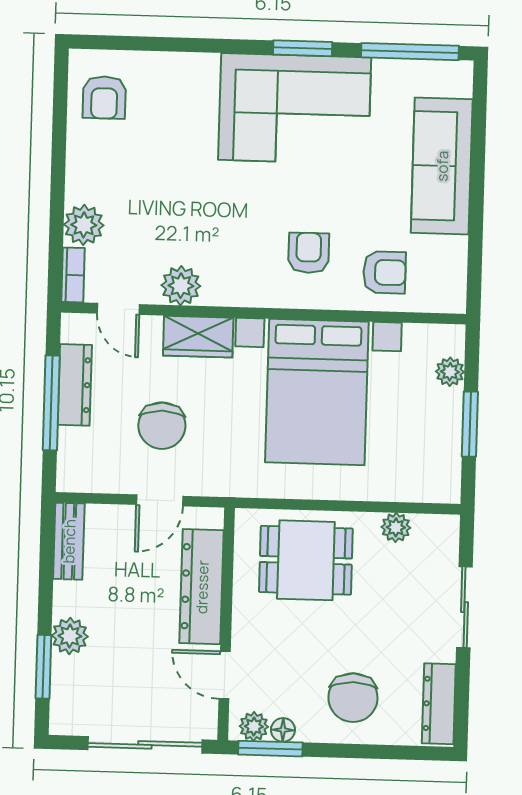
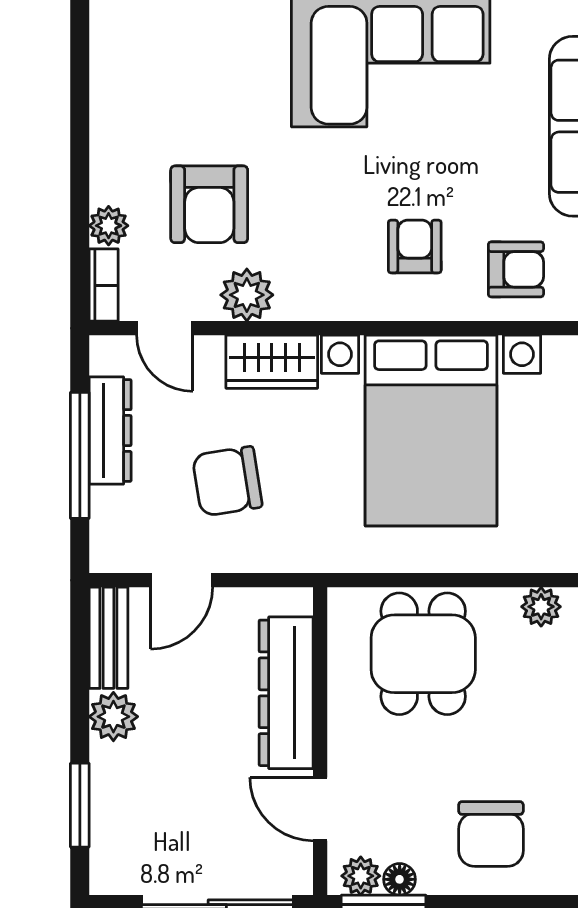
armchair: (104, 97) -> (209, 204), moved, width x1.38, depth x1.38
plant: (84, 225) -> (109, 226), width x0.73, depth x0.73
chair: (162, 426) -> (227, 481), turned 81
door: (160, 500) -> (182, 580), moved
dining table: (306, 560) -> (423, 654), turned 90
plant: (70, 636) -> (113, 717), moved

